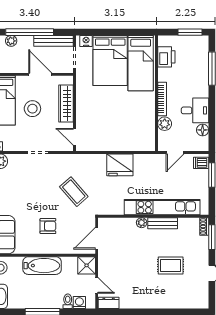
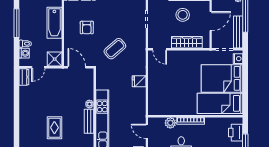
printer: (166, 57) -> (236, 133), moved, turned 90
door: (74, 137) -> (160, 49), swing flipped
fridge: (120, 165) -> (139, 81), width x0.53, depth x0.75

